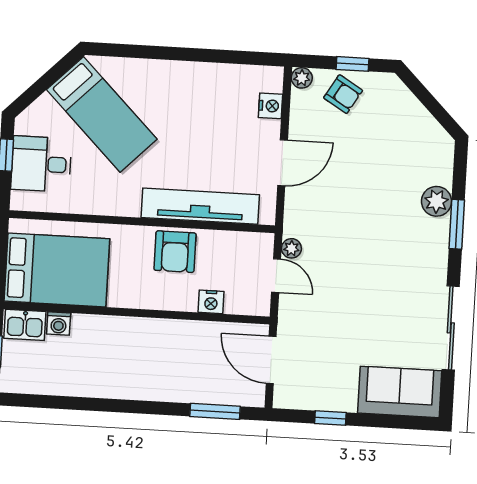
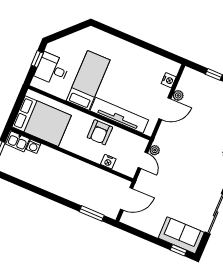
plant: (302, 78) -> (178, 95), moved
armchair: (343, 94) -> (204, 87), removed
bed: (102, 114) -> (88, 80), moved, turned -135
door: (271, 360) -> (127, 199), swing flipped
window: (330, 418) -> (179, 250), moved

